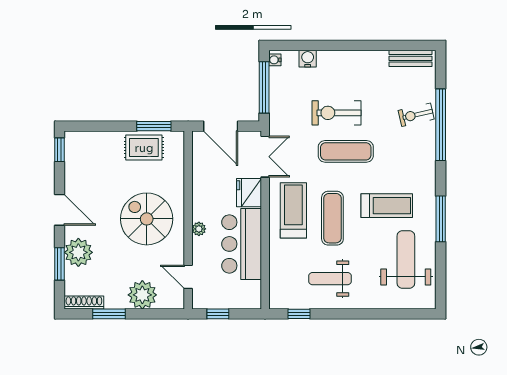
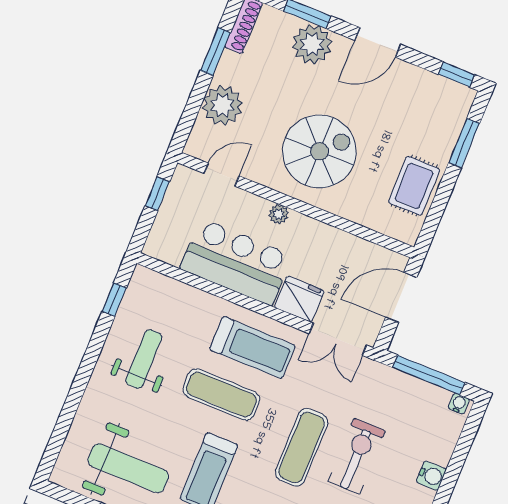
water cooler: (308, 59) -> (431, 476), moved
window: (154, 126) -> (464, 143), moved

